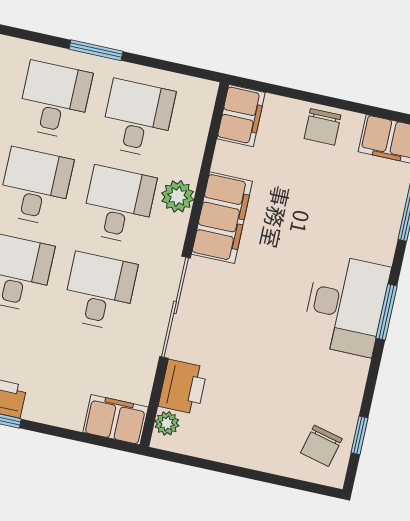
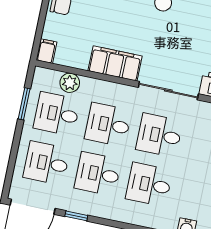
window: (96, 50) -> (24, 104), moved
filing cabinet: (241, 116) -> (46, 51), width x0.50
plant: (178, 196) -> (70, 83), moved

